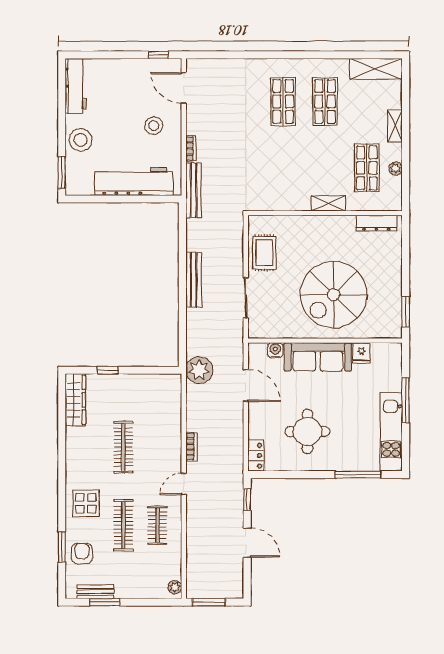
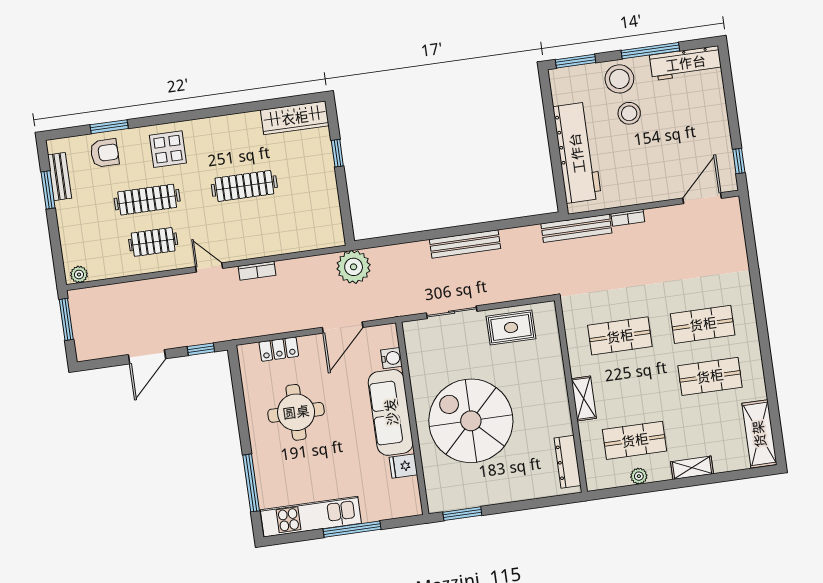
window: (62, 112) -> (650, 51), added
stool: (154, 126) -> (629, 113), moved
shop shelf: (283, 168) -> (620, 336), added
locker: (256, 456) -> (279, 349), moved

